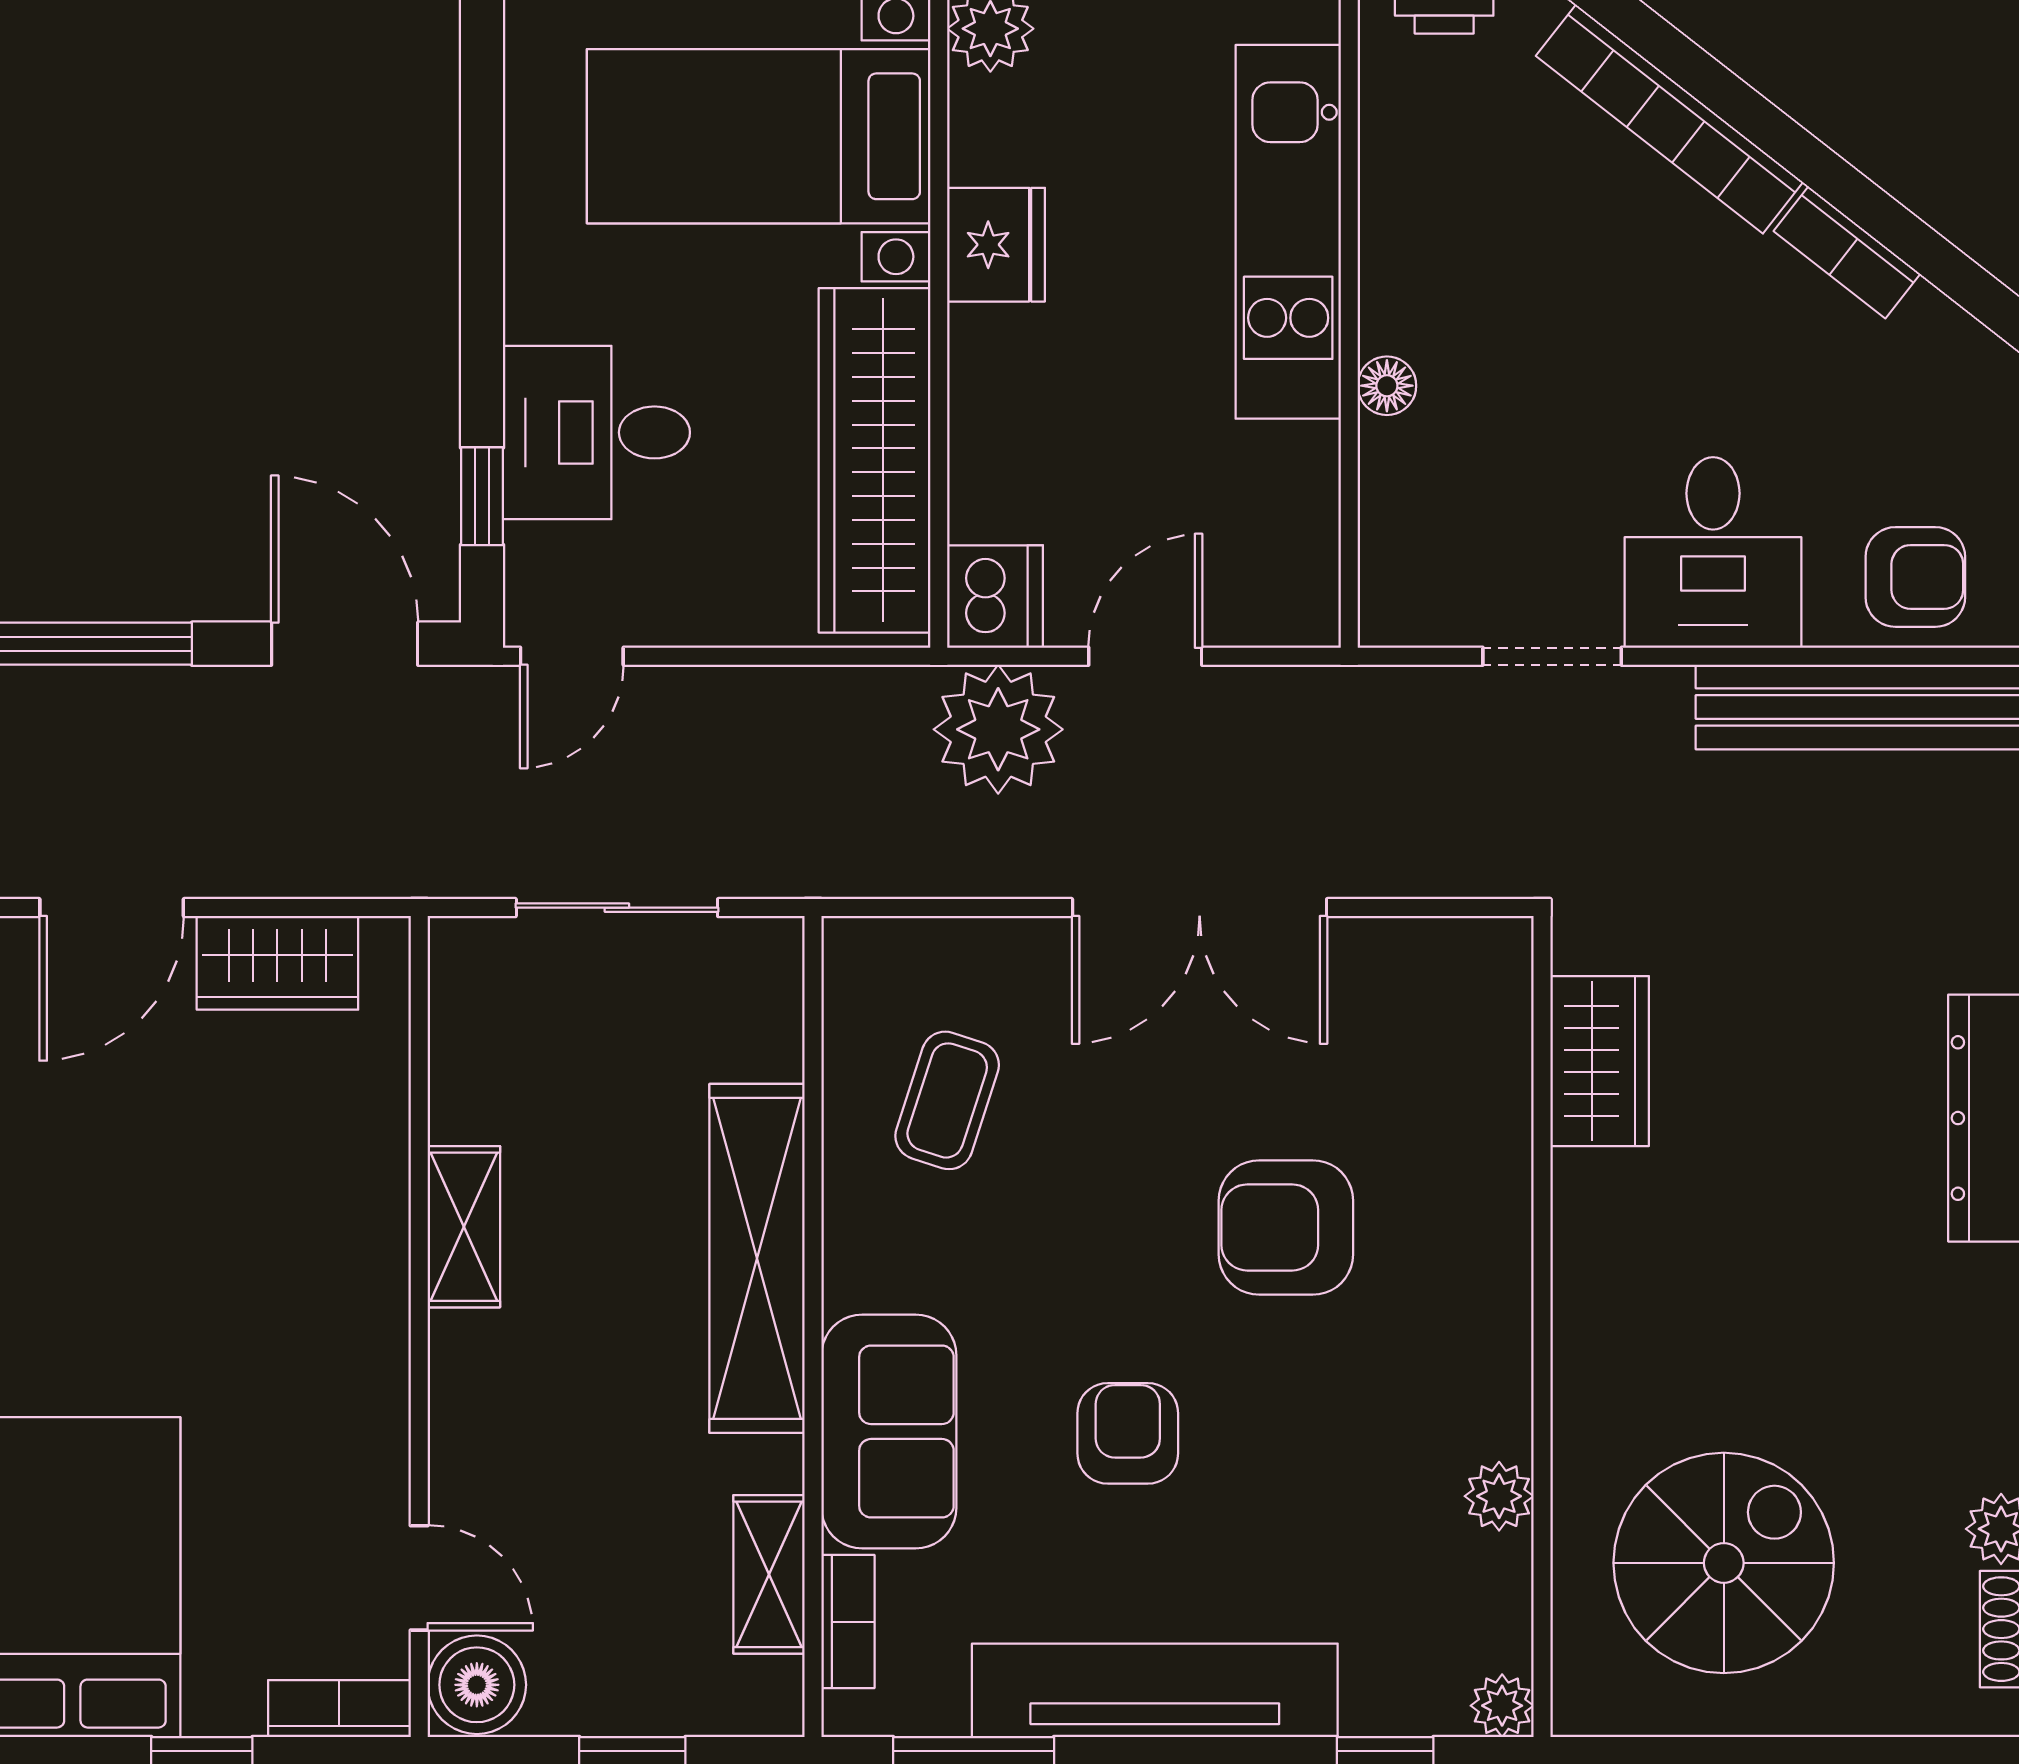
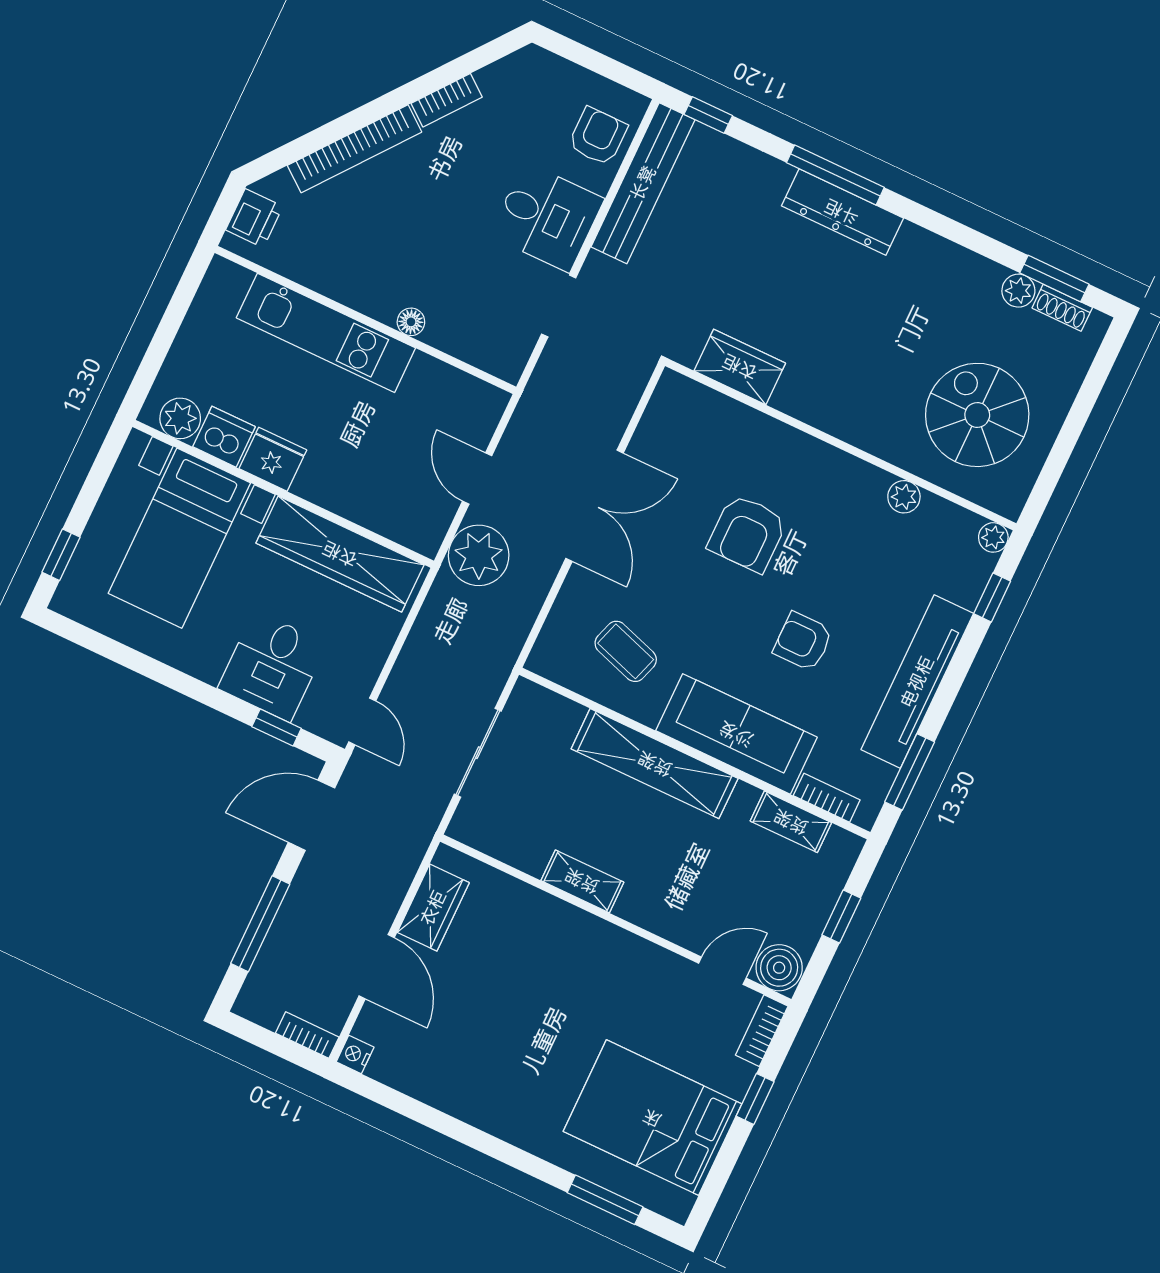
dishwasher: (995, 597) -> (224, 437), moved
sofa: (889, 1432) -> (736, 734), width x1.36

